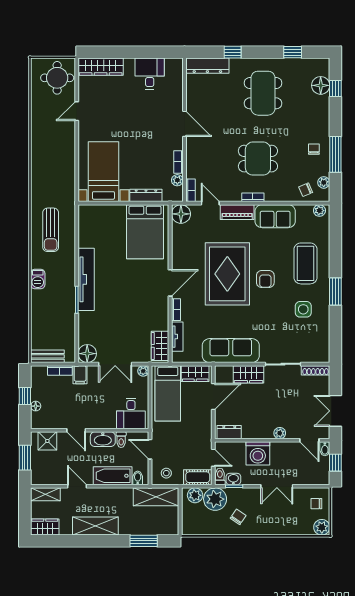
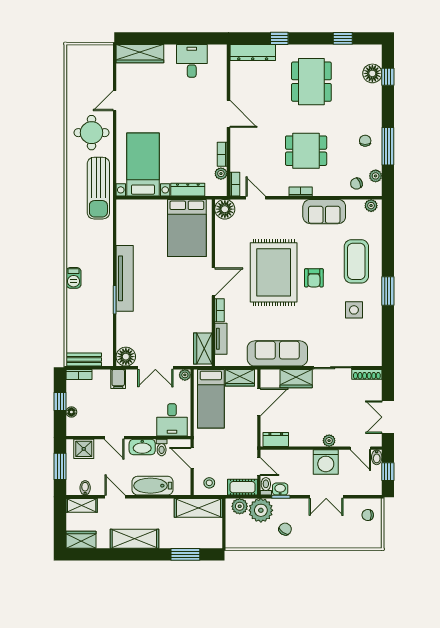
round table: (57, 78) -> (92, 133), moved
piano: (237, 212) -> (284, 207), removed
sun lounger: (51, 230) -> (98, 188), moved, width x1.36, depth x1.34
bookcase: (60, 370) -> (79, 374), moved
washing machine: (258, 453) -> (326, 462), moved
bidet: (138, 478) -> (85, 488), moved
plant: (322, 527) -> (373, 540), removed

